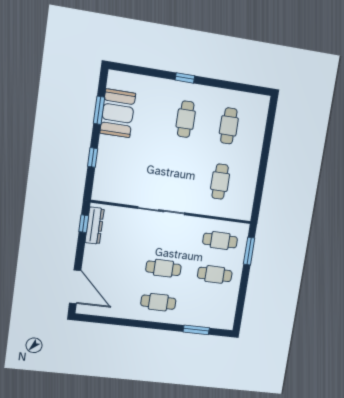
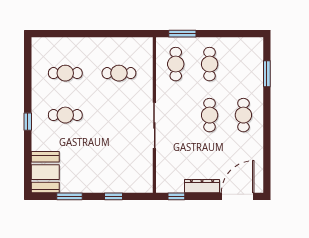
booth: (118, 113) -> (45, 172), moved, turned 90
dresser: (95, 226) -> (202, 186), moved

